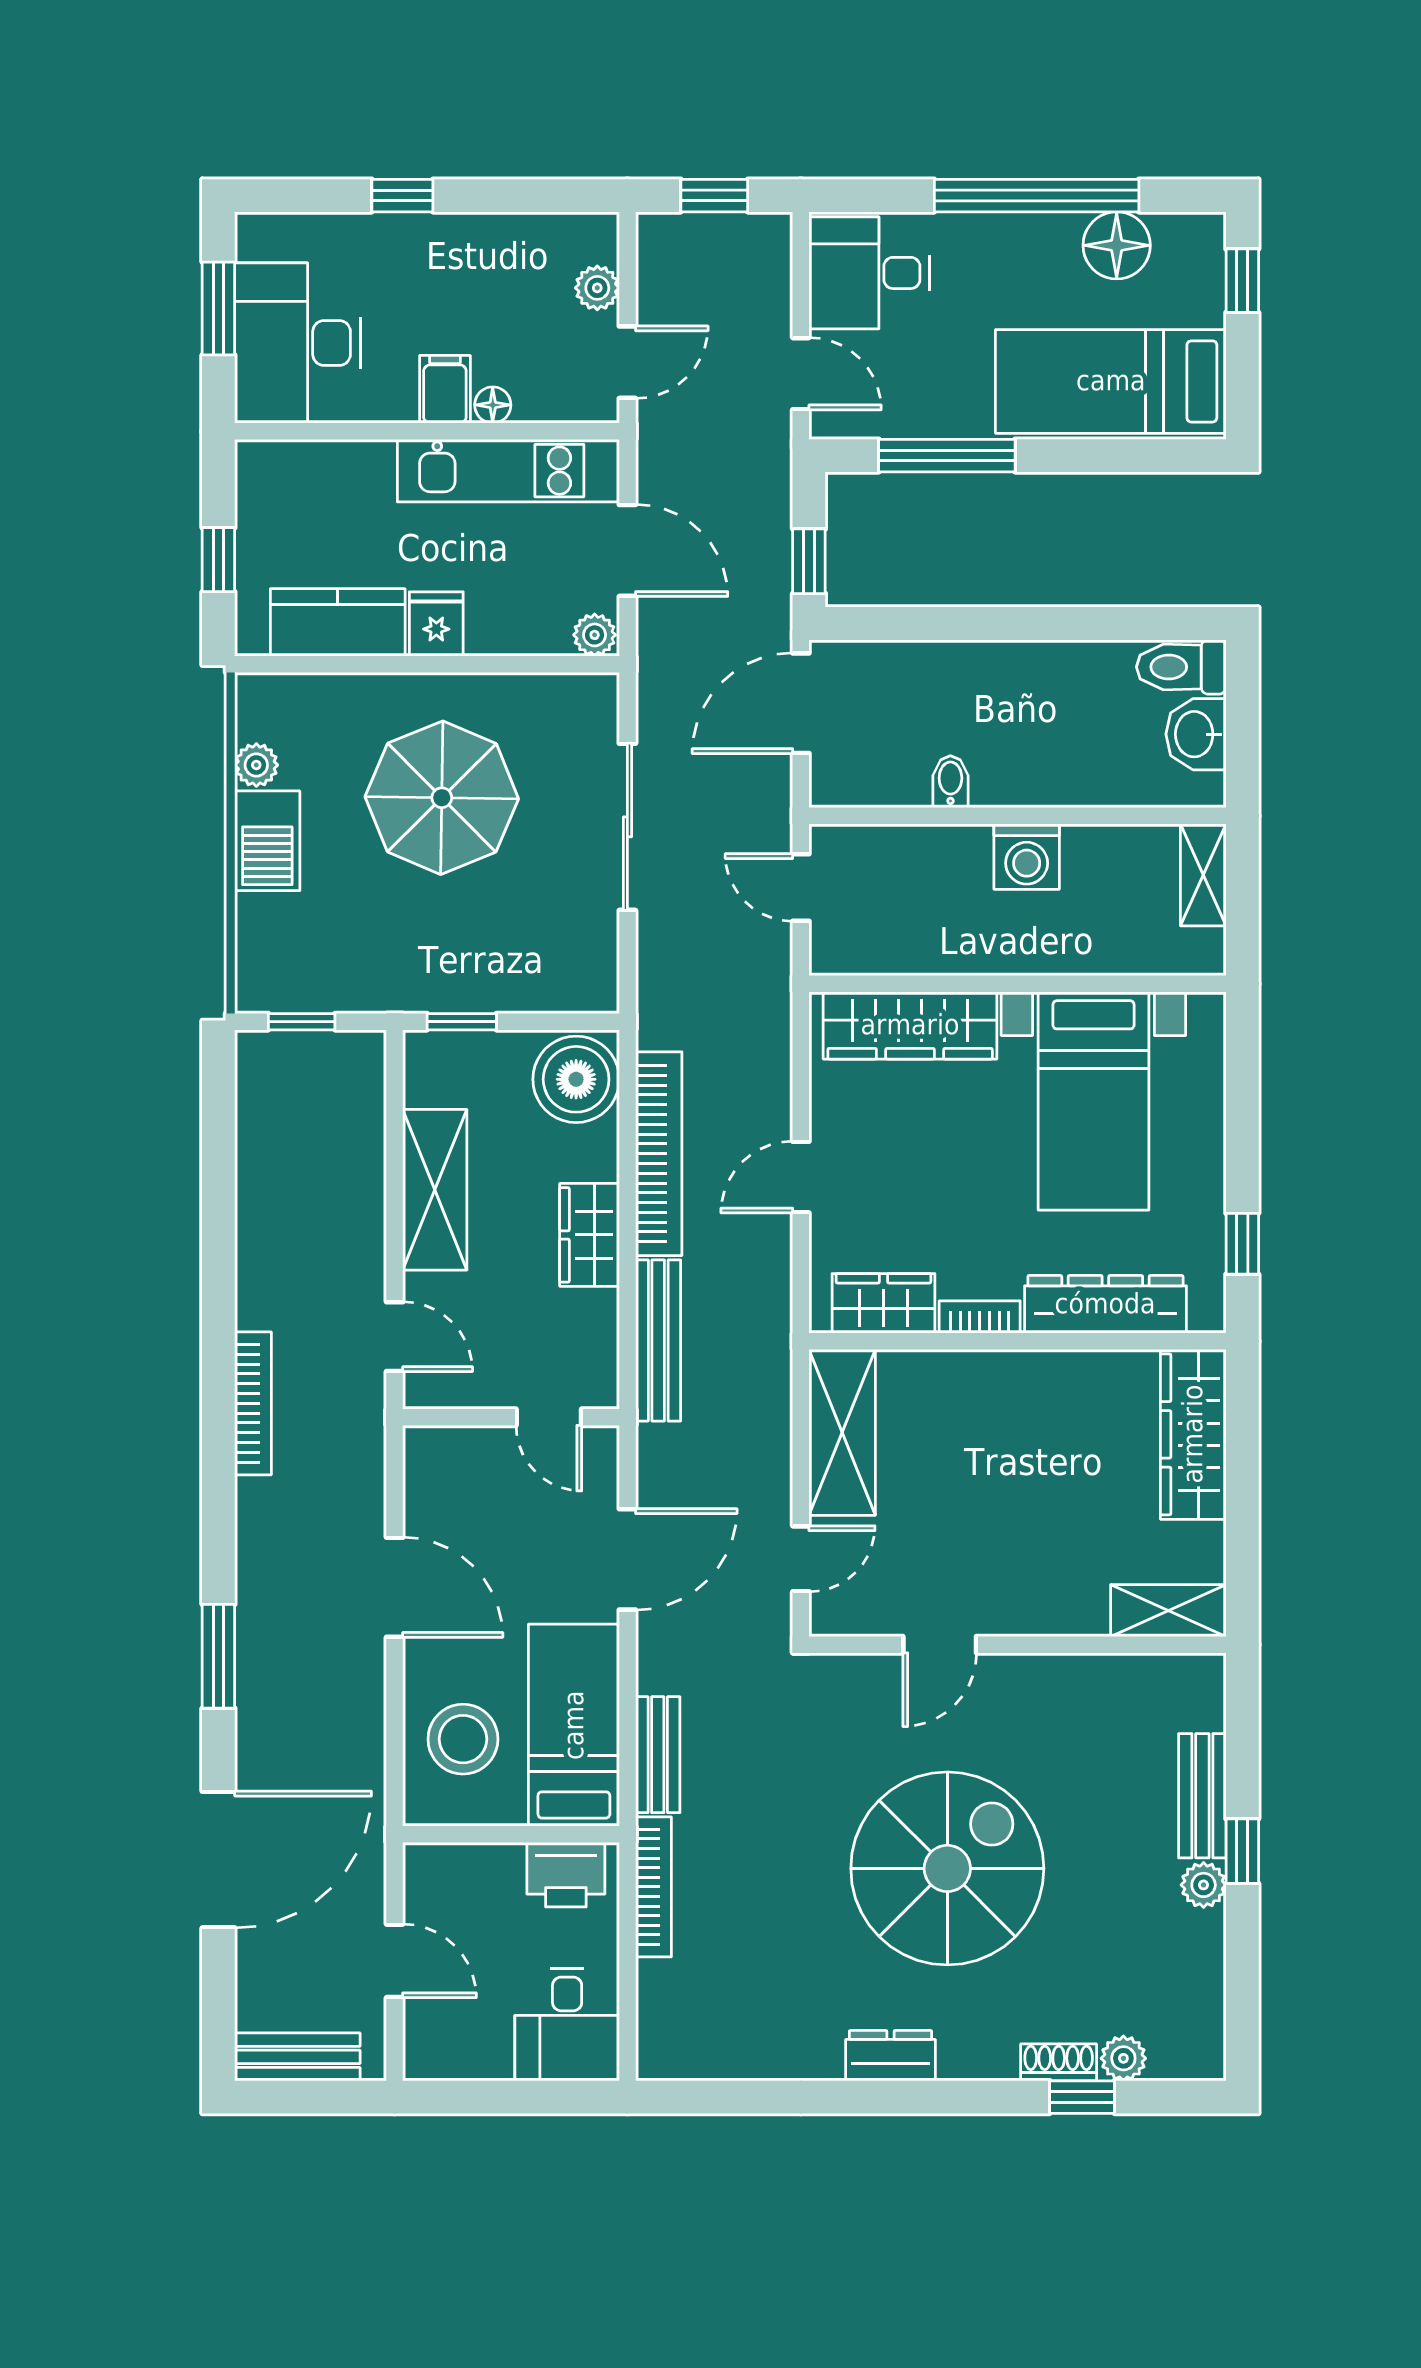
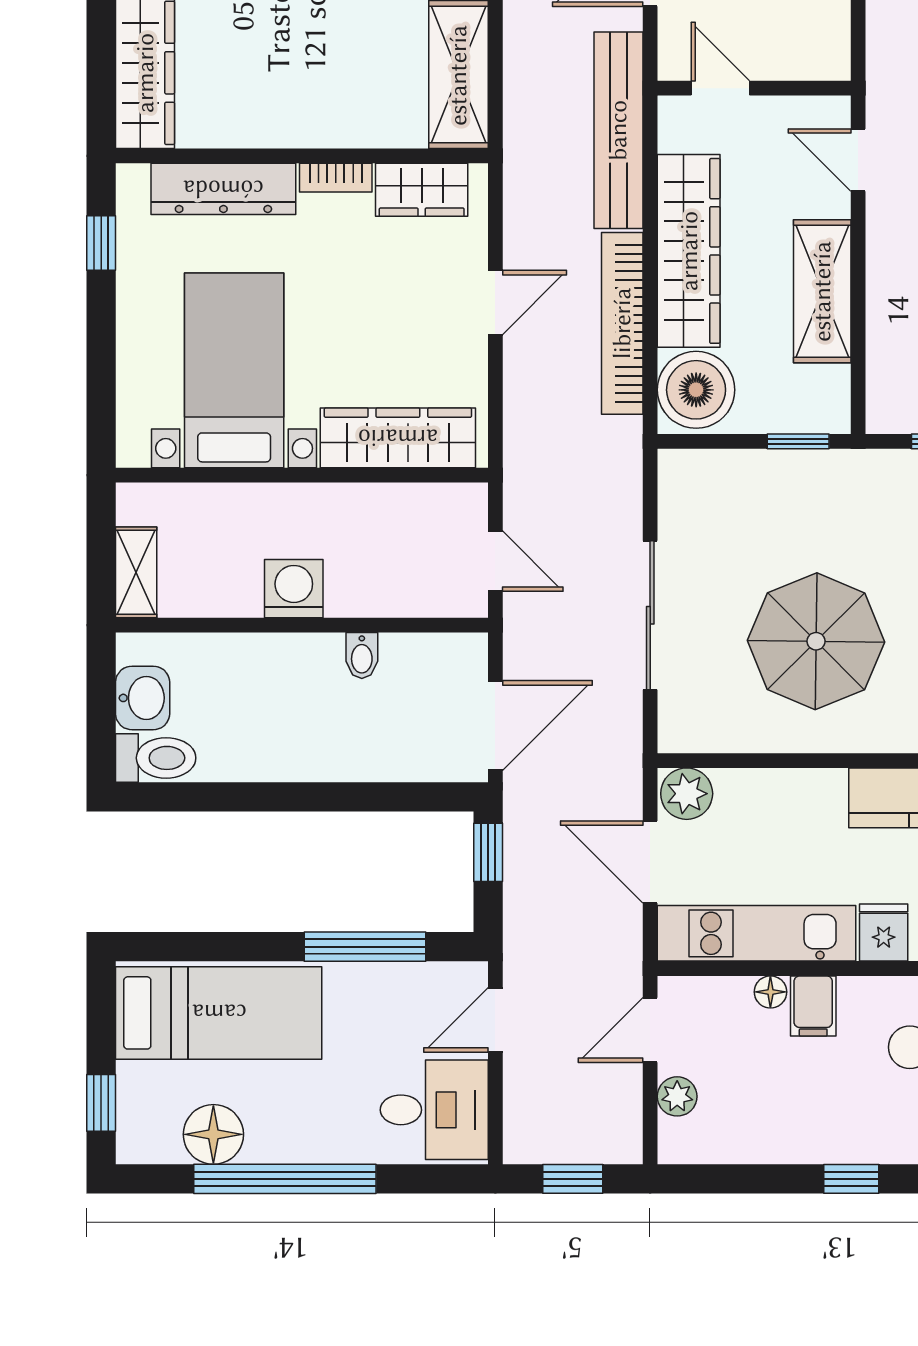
door: (801, 374) -> (495, 1020), hinge flipped
fridge: (436, 624) -> (884, 933), moved, turned 180
plant: (595, 635) -> (687, 794), width x1.38, depth x1.38
wardrobe: (590, 1235) -> (689, 251), width x2.10, depth x1.17
bench: (658, 1340) -> (618, 130), width x1.37, depth x1.21

